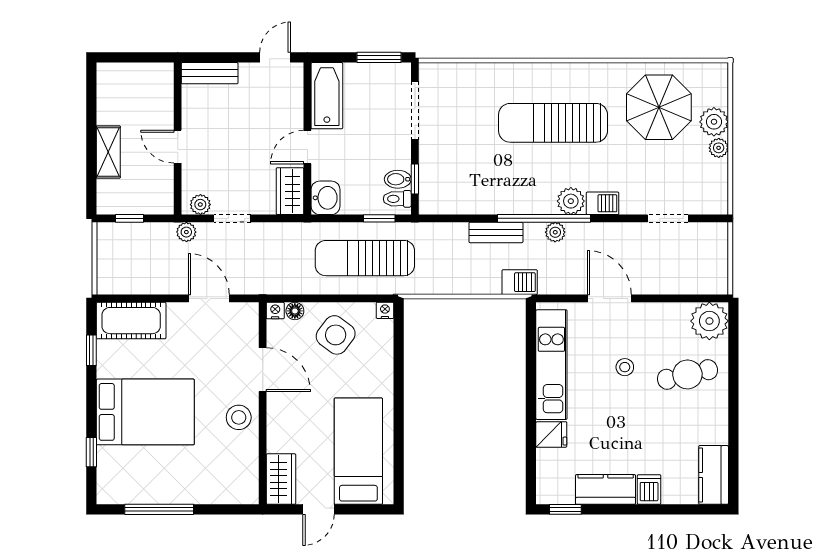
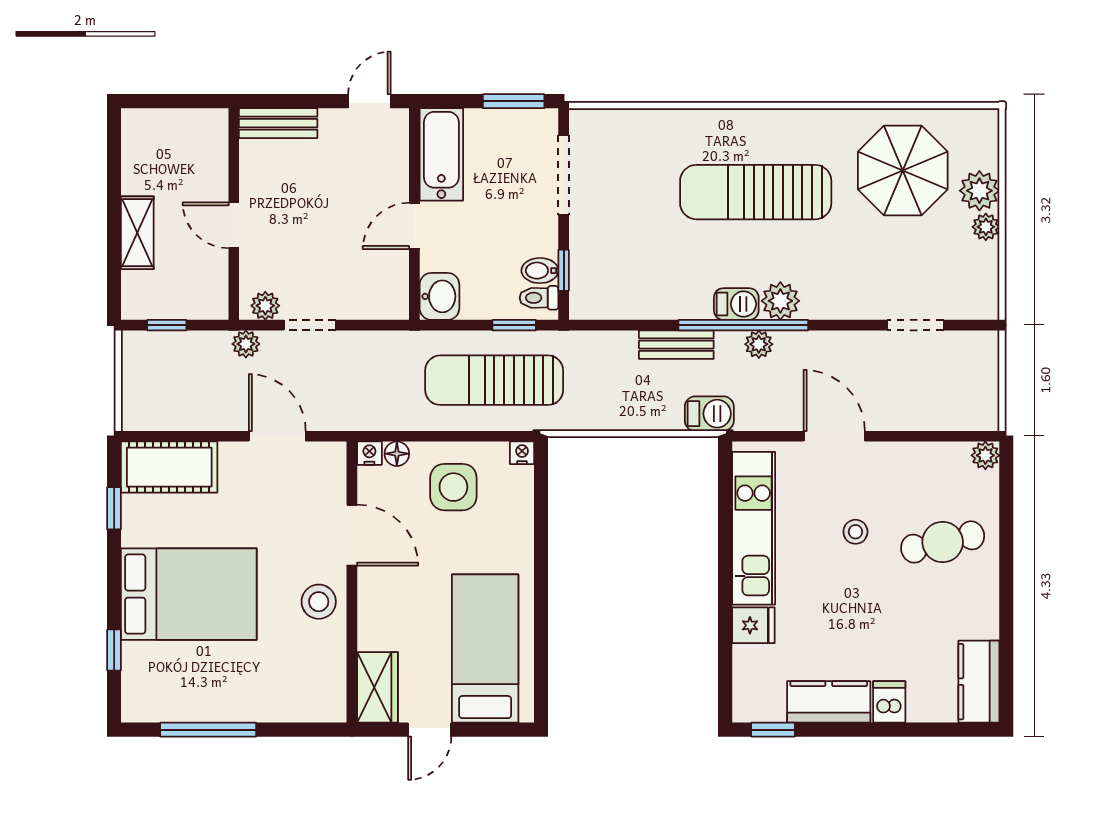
wardrobe: (290, 191) -> (390, 287), removed
barbecue: (603, 203) -> (736, 304), moved
plant: (709, 321) -> (985, 455), width x0.53, depth x0.53
side table: (336, 335) -> (453, 487), turned -37

